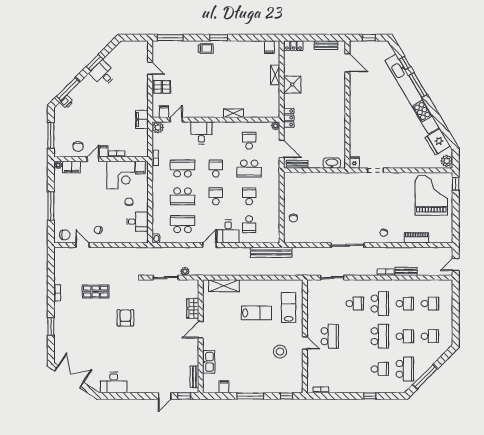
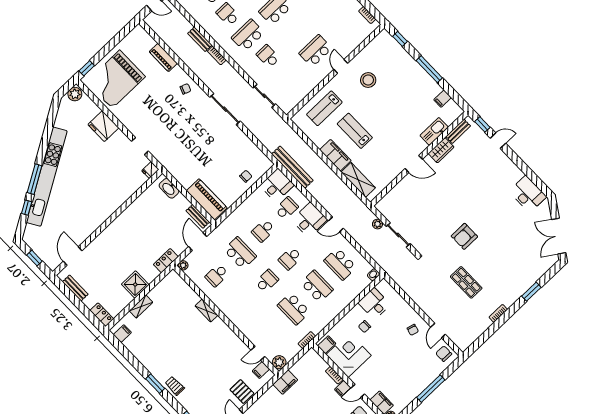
desk: (201, 133) -> (277, 185), moved, turned 180
fridge: (438, 142) -> (103, 126), moved, turned 121
school desk: (216, 169) -> (267, 281), turned 180
piano: (302, 180) -> (207, 199), added
filing cabinet: (253, 286) -> (335, 155), added
wardrobe: (193, 308) -> (441, 150), moved

